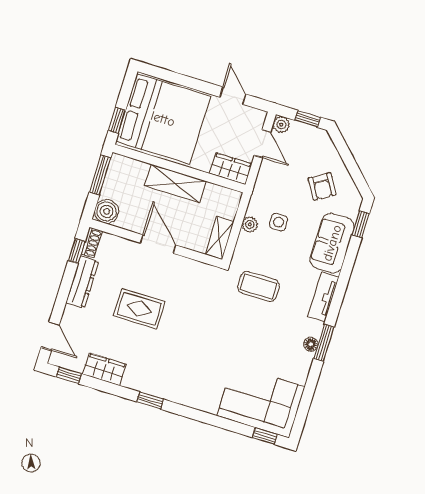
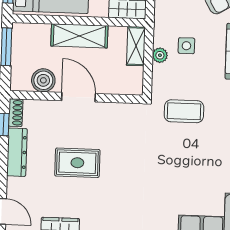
boiler: (107, 211) -> (43, 80), moved
shelving: (220, 238) -> (136, 46), moved

